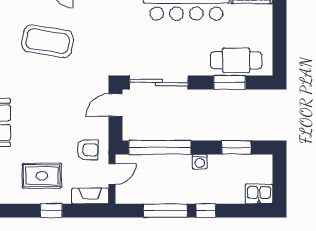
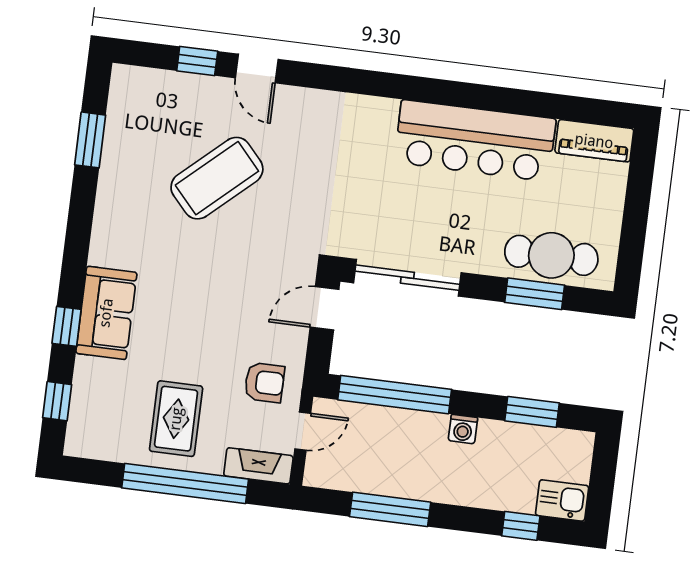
coffee table: (48, 41) -> (217, 178), turned -51
rug: (42, 176) -> (176, 419), turned 90
window: (51, 211) -> (185, 483), width x3.17
window: (206, 211) -> (521, 526), moved

